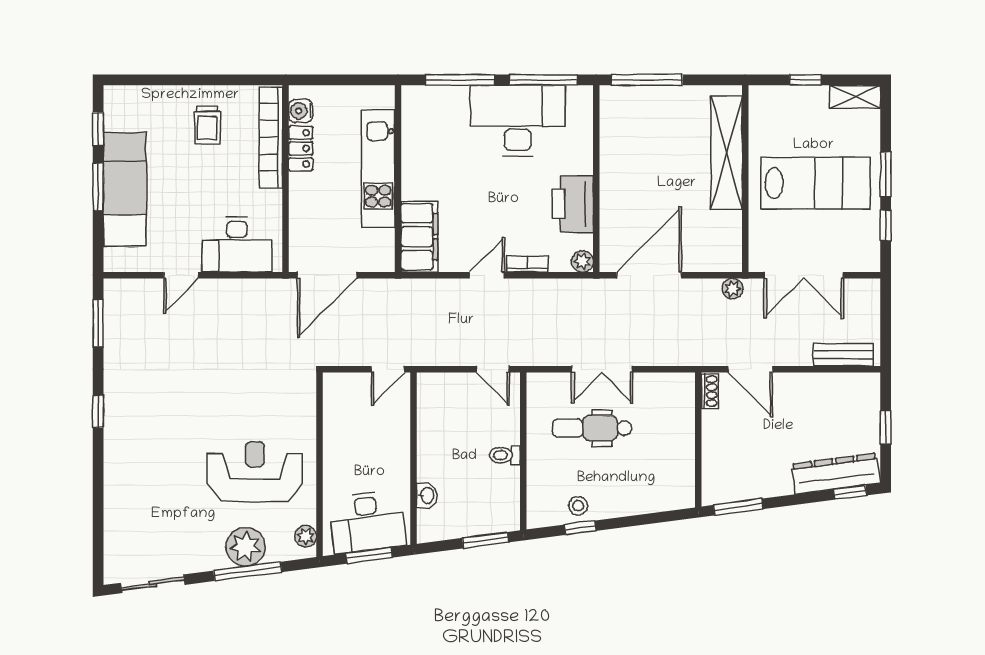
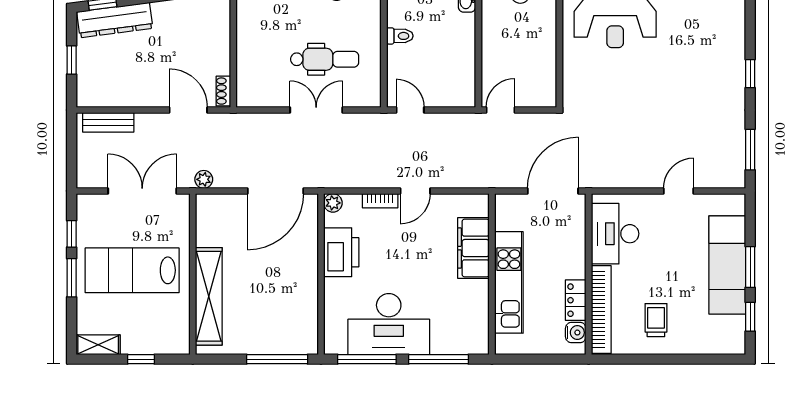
filing cabinet: (419, 237) -> (473, 248), moved
desk: (237, 244) -> (615, 234), moved, turned -90

